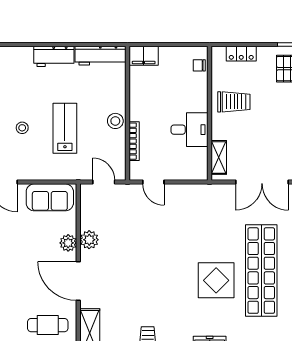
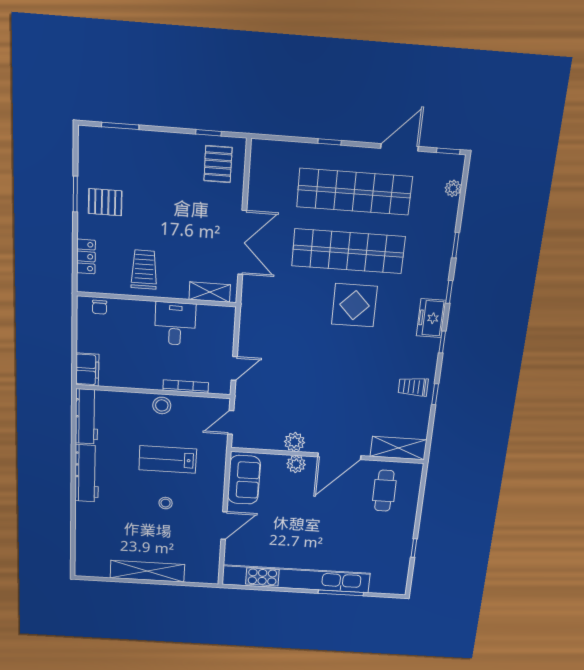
workbench: (54, 56) -> (87, 473), width x1.37

